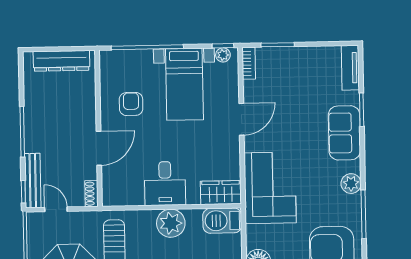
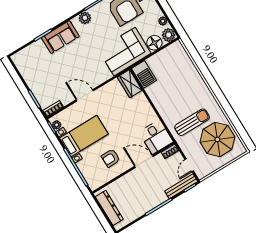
tv unit: (350, 68) -> (24, 54), removed
desk: (165, 183) -> (156, 137), moved, turned 90
corner sofa: (270, 188) -> (125, 52), moved
plant: (171, 223) -> (161, 101), removed

